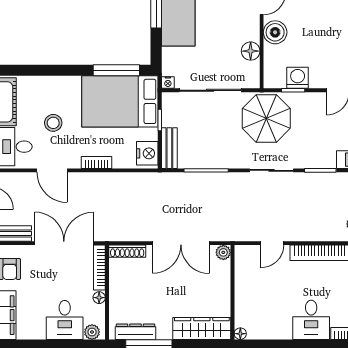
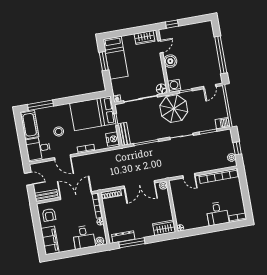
floor lamp: (251, 51) -> (162, 89), moved
window: (116, 70) -> (40, 105), moved
washing machine: (298, 78) -> (174, 86), moved
door: (272, 243) -> (189, 176), hinge flipped
wardrobe: (202, 328) -> (164, 228), width x0.67

